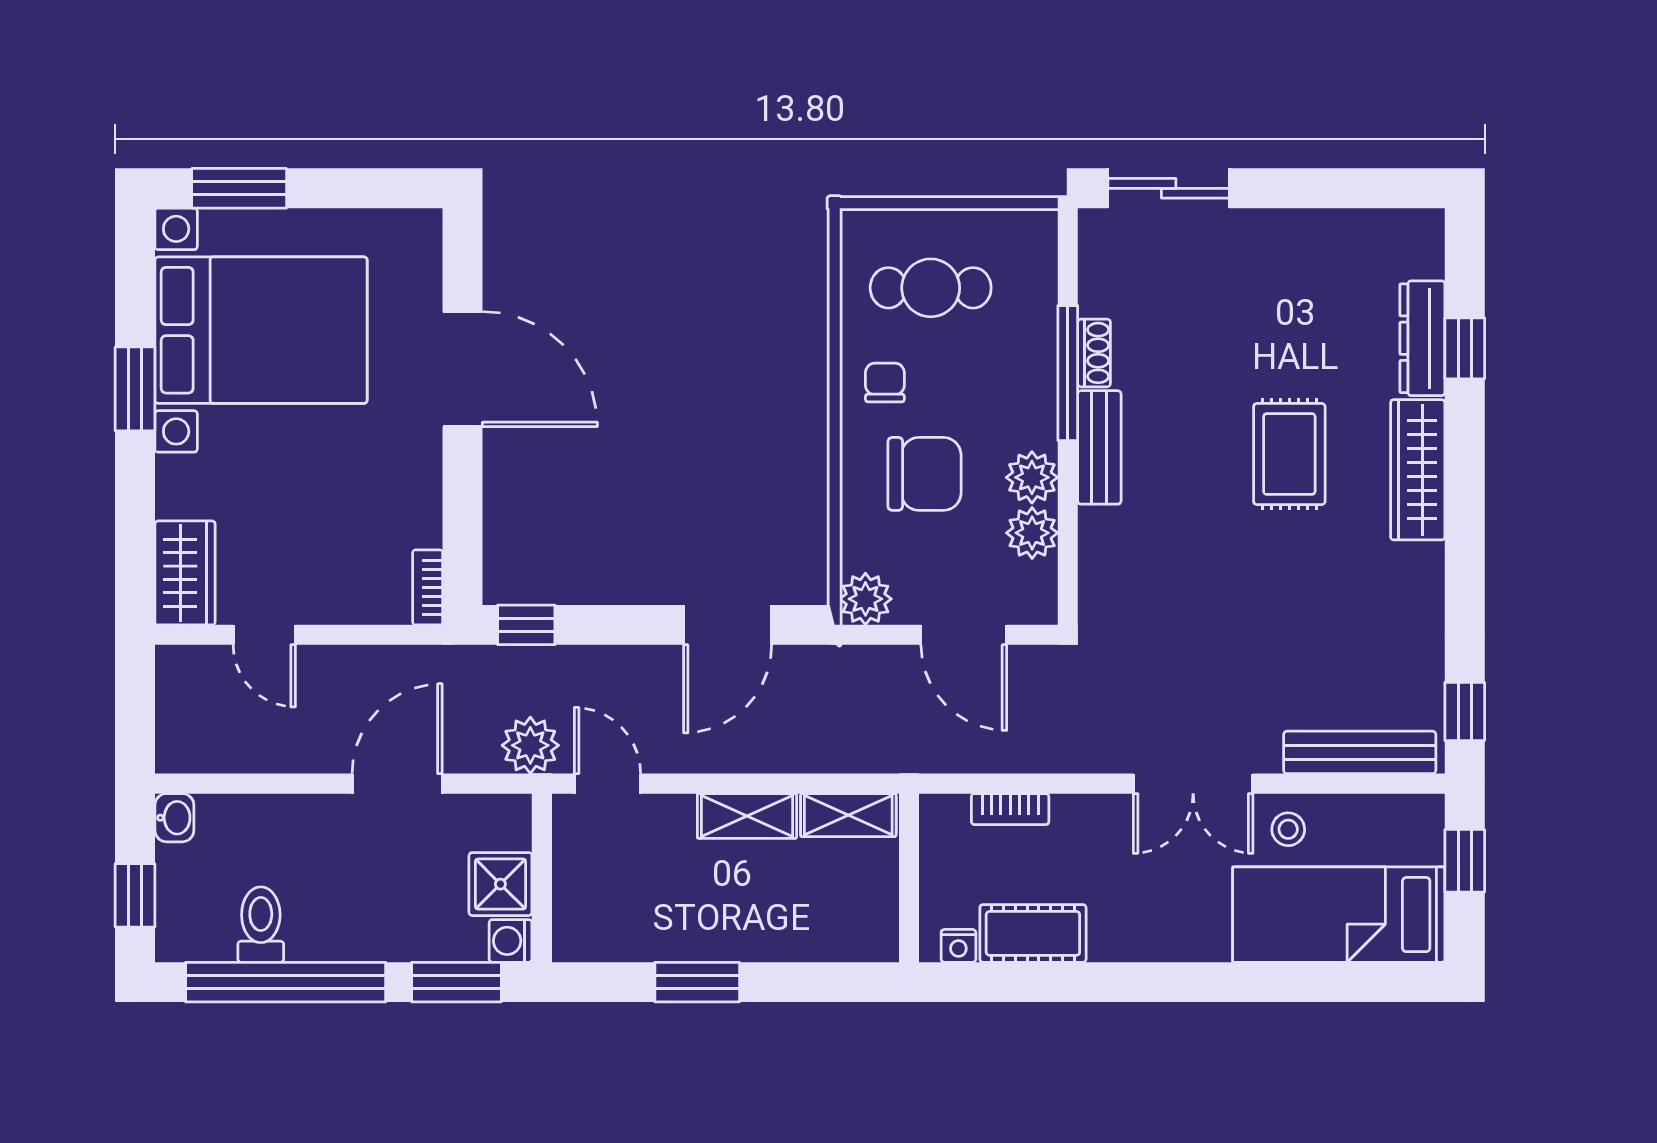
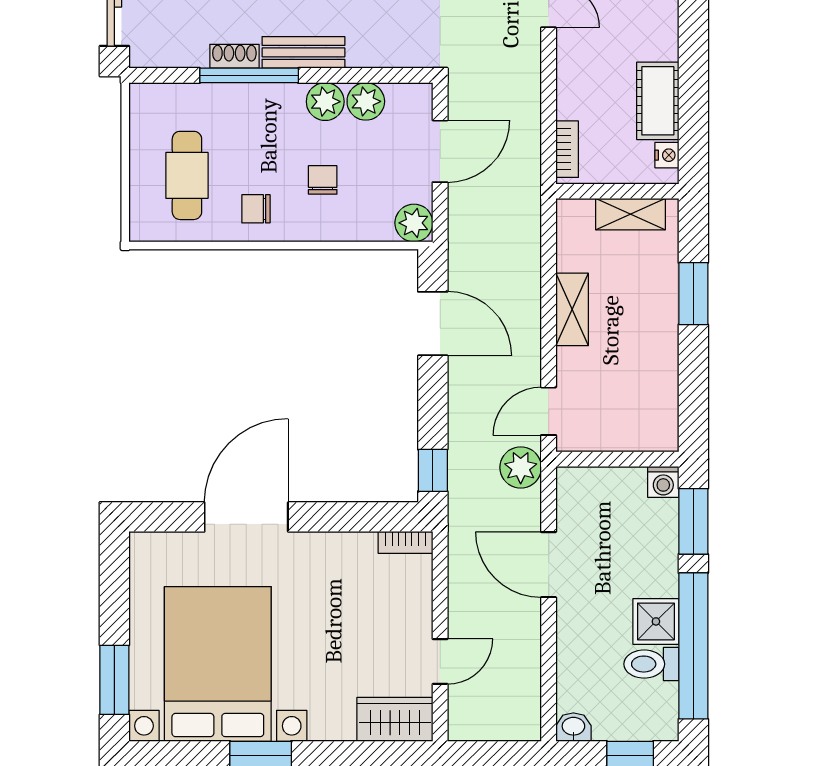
chair: (925, 474) -> (323, 180), width x0.54, depth x0.54
bookcase: (1010, 809) -> (567, 149), moved
shelving: (848, 815) -> (630, 214), moved, turned 90
shower: (500, 884) -> (656, 621), moved
window: (697, 982) -> (693, 294), moved

